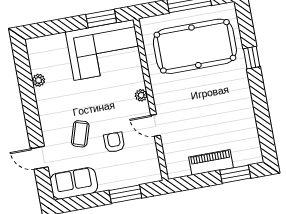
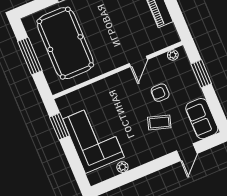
corner sofa: (104, 50) -> (93, 138), moved
plant: (141, 95) -> (173, 55), moved

